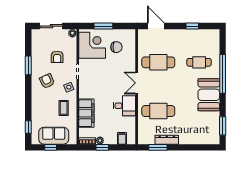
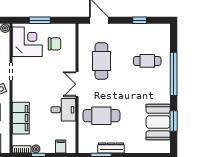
cafe table: (158, 62) -> (101, 61), turned 90
booth: (209, 95) -> (158, 122), moved
window: (223, 126) -> (174, 121), moved

